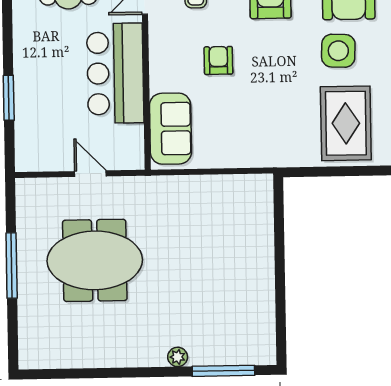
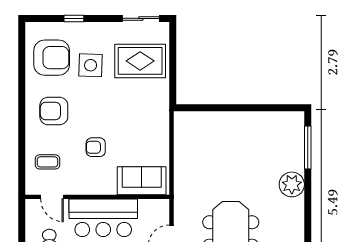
plant: (178, 357) -> (292, 184), width x1.88, depth x1.88

